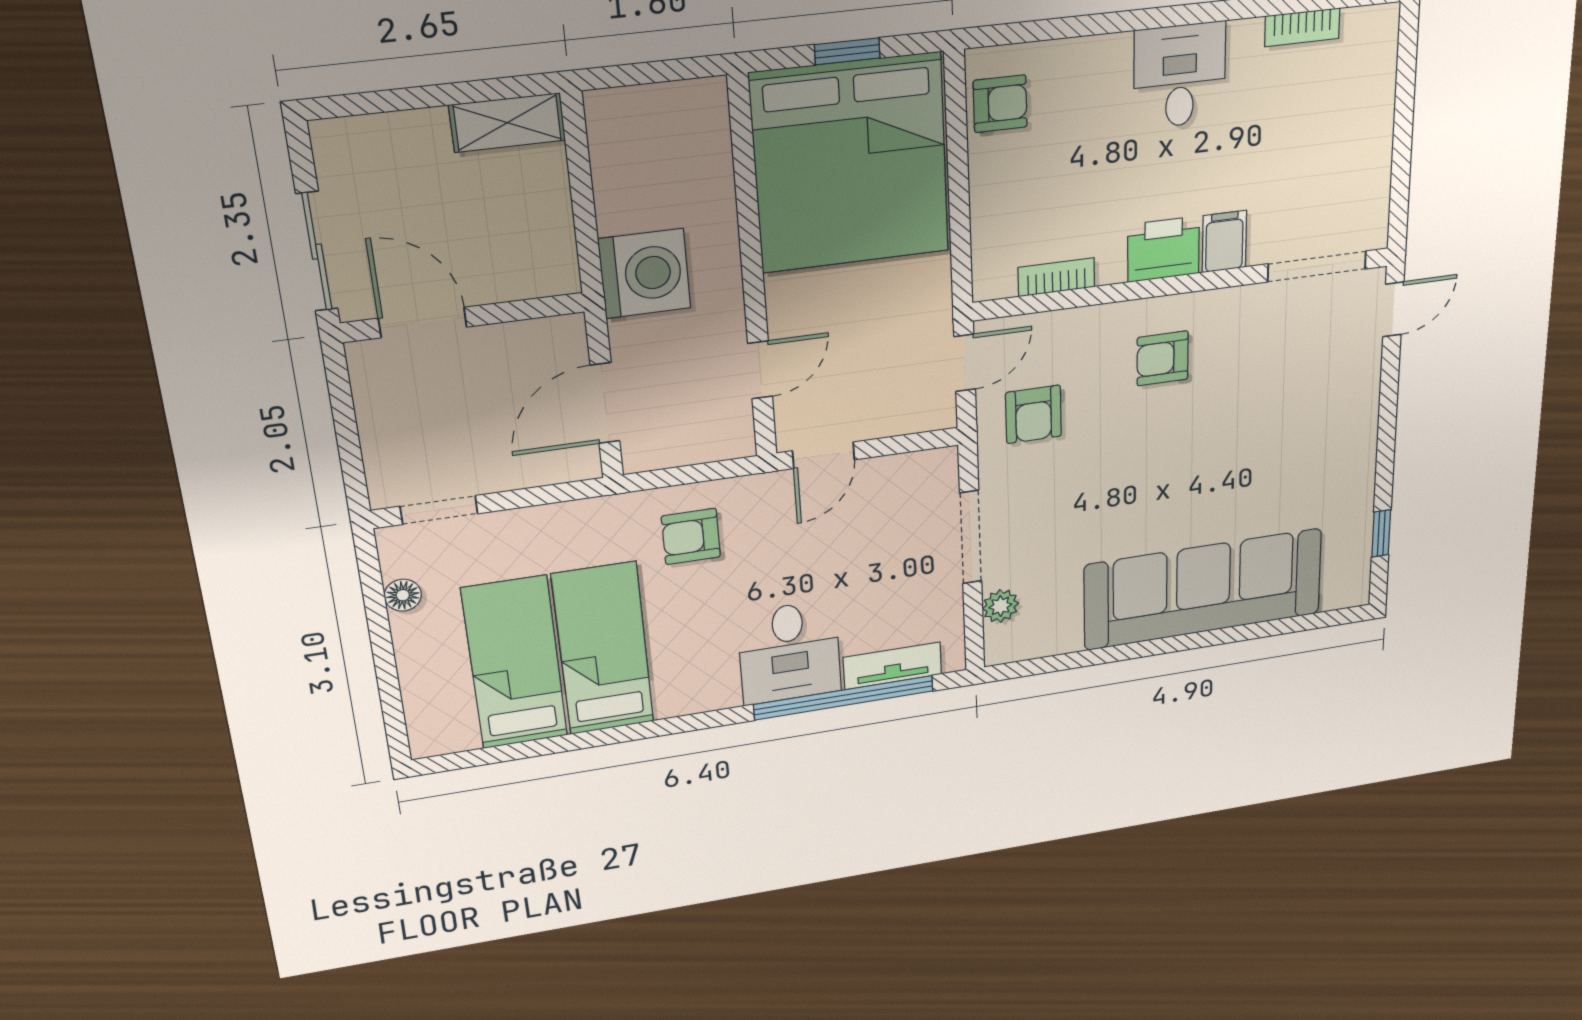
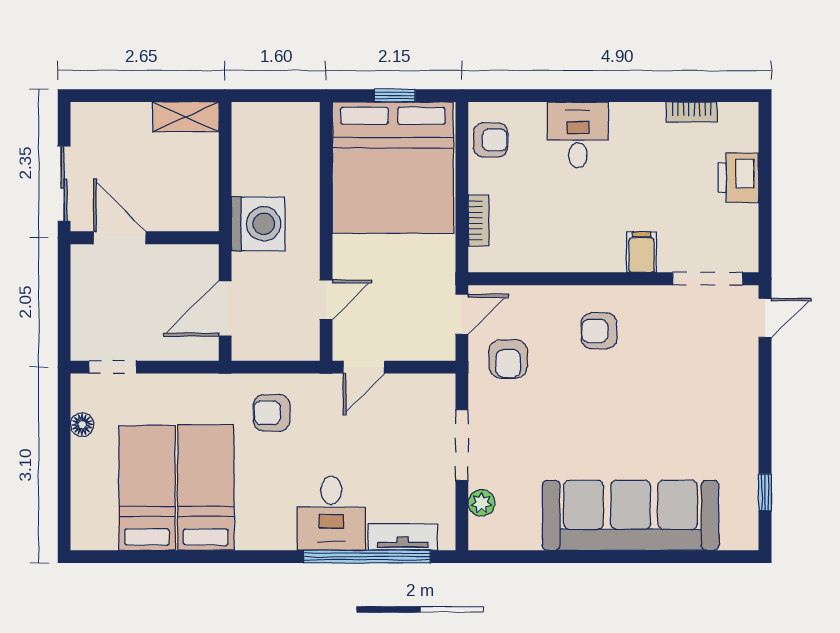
desk: (1180, 76) -> (578, 135), moved
printer: (1163, 249) -> (738, 178), moved, turned -90
bookcase: (1056, 277) -> (479, 220), moved, turned 90

